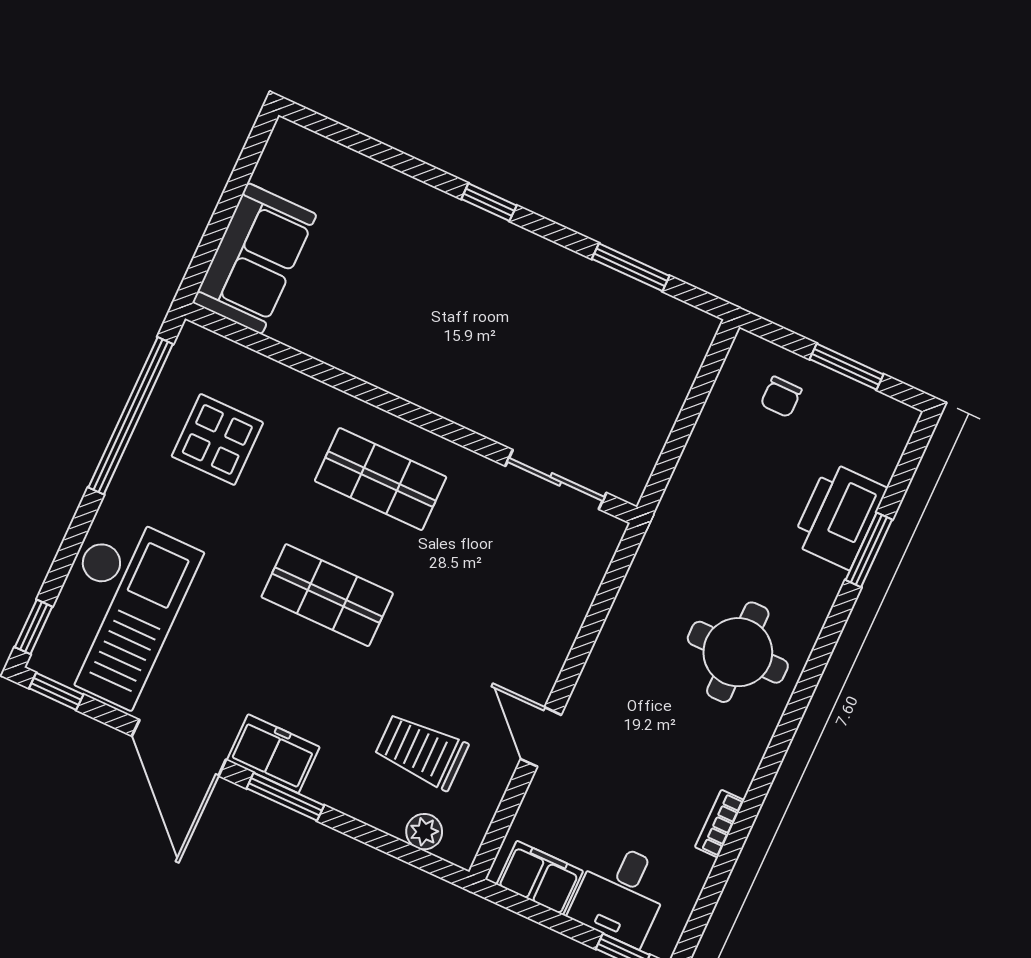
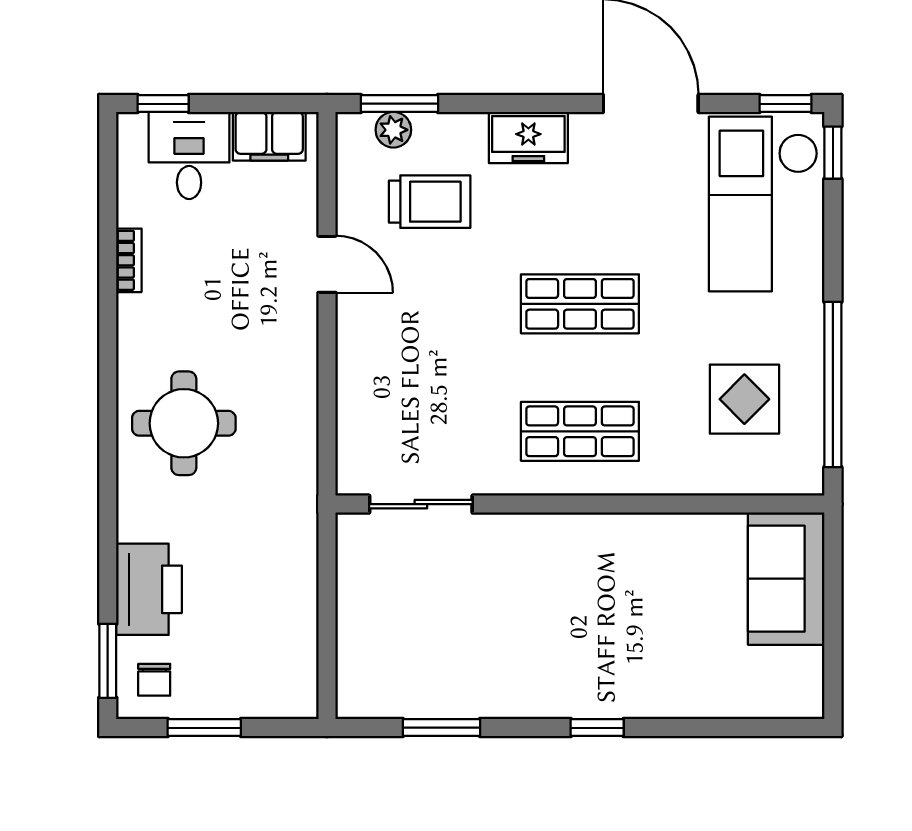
chair: (781, 397) -> (154, 680), moved, turned 180
window: (869, 550) -> (108, 661), moved
freezer: (273, 754) -> (528, 138), moved
window: (285, 797) -> (399, 104), moved

